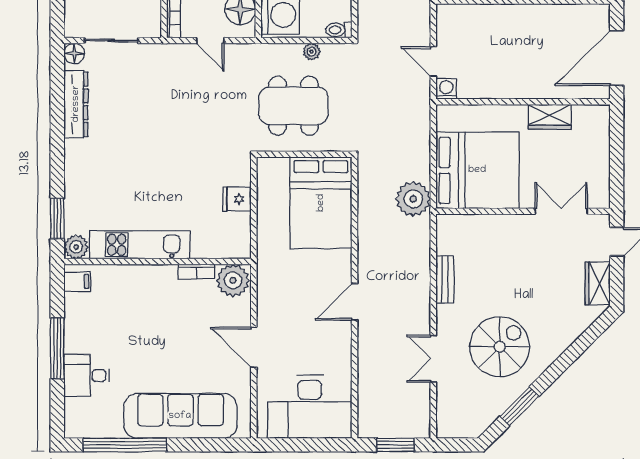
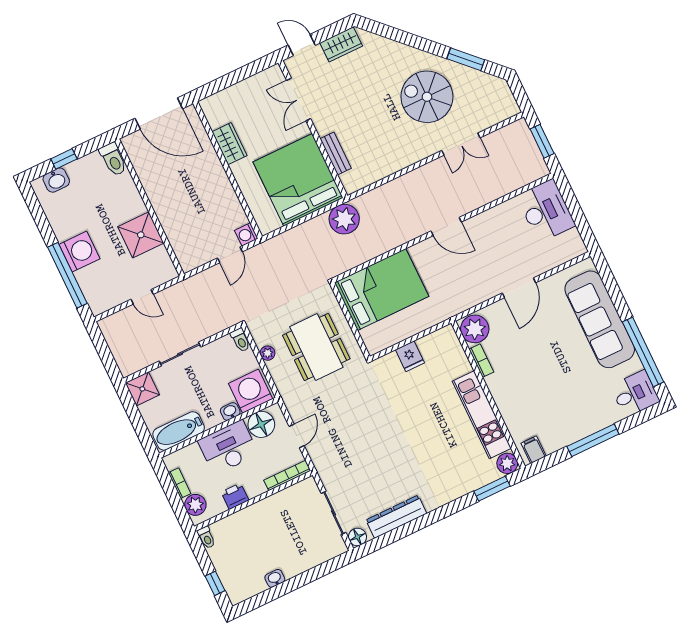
bench: (445, 280) -> (336, 153), moved, turned 90
desk: (87, 376) -> (635, 394), moved, turned -90
desk: (310, 407) -> (546, 211), width x0.73, depth x0.77

